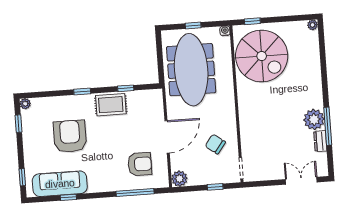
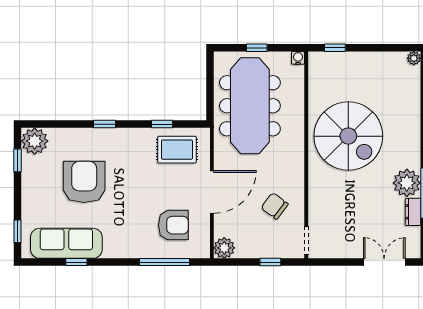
spiral stairs: (262, 56) -> (348, 136), moved
plant: (25, 104) -> (35, 141), width x1.87, depth x1.87
rug: (111, 105) -> (177, 150), moved

